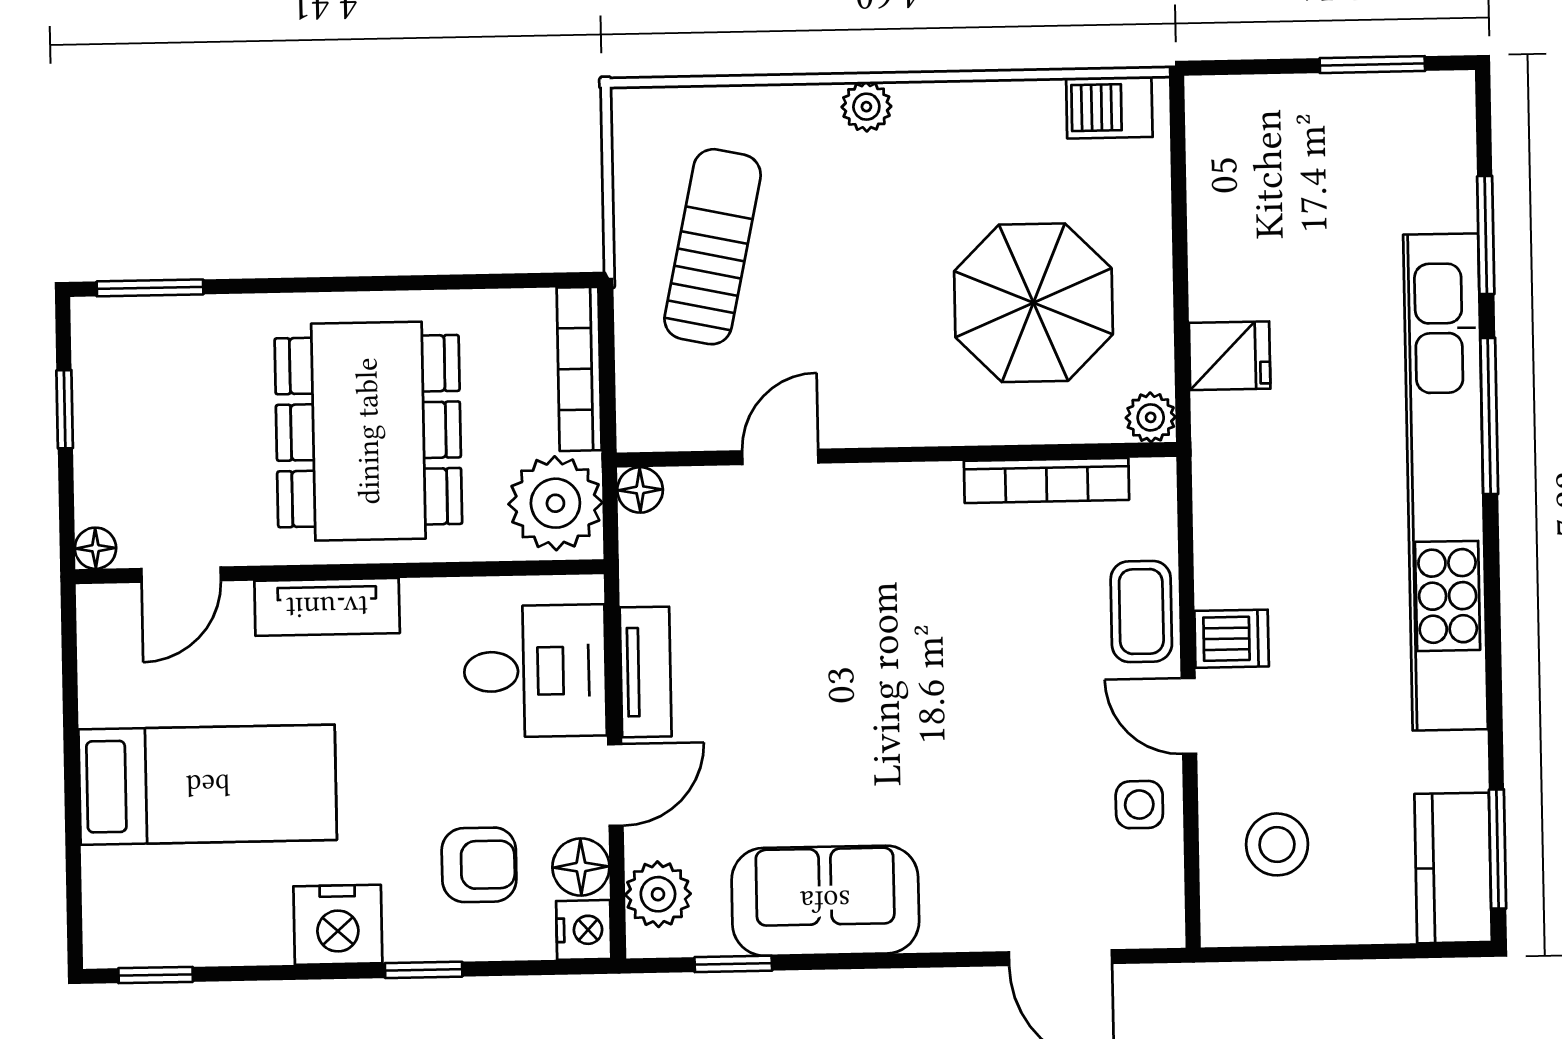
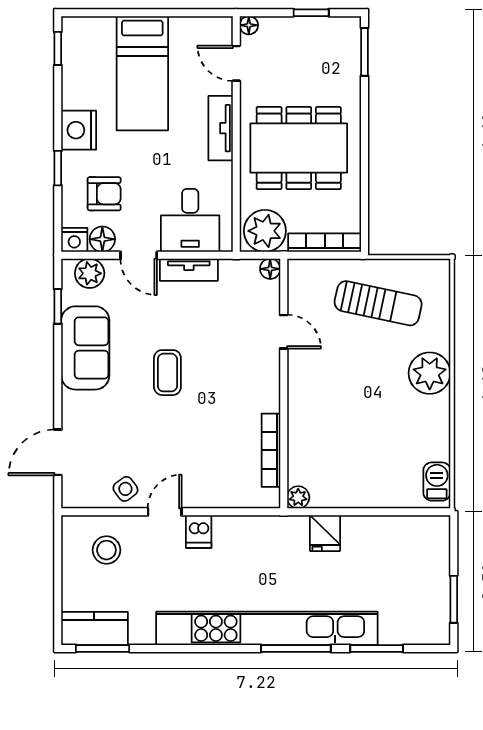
plant: (866, 107) -> (430, 373), width x1.88, depth x1.88
parasol: (1033, 303) -> (350, 446), removed
coffee table: (1141, 611) -> (167, 373), moved, turned 90
side table: (1139, 805) -> (125, 489), turned -37
armchair: (479, 865) -> (104, 194), turned -90

